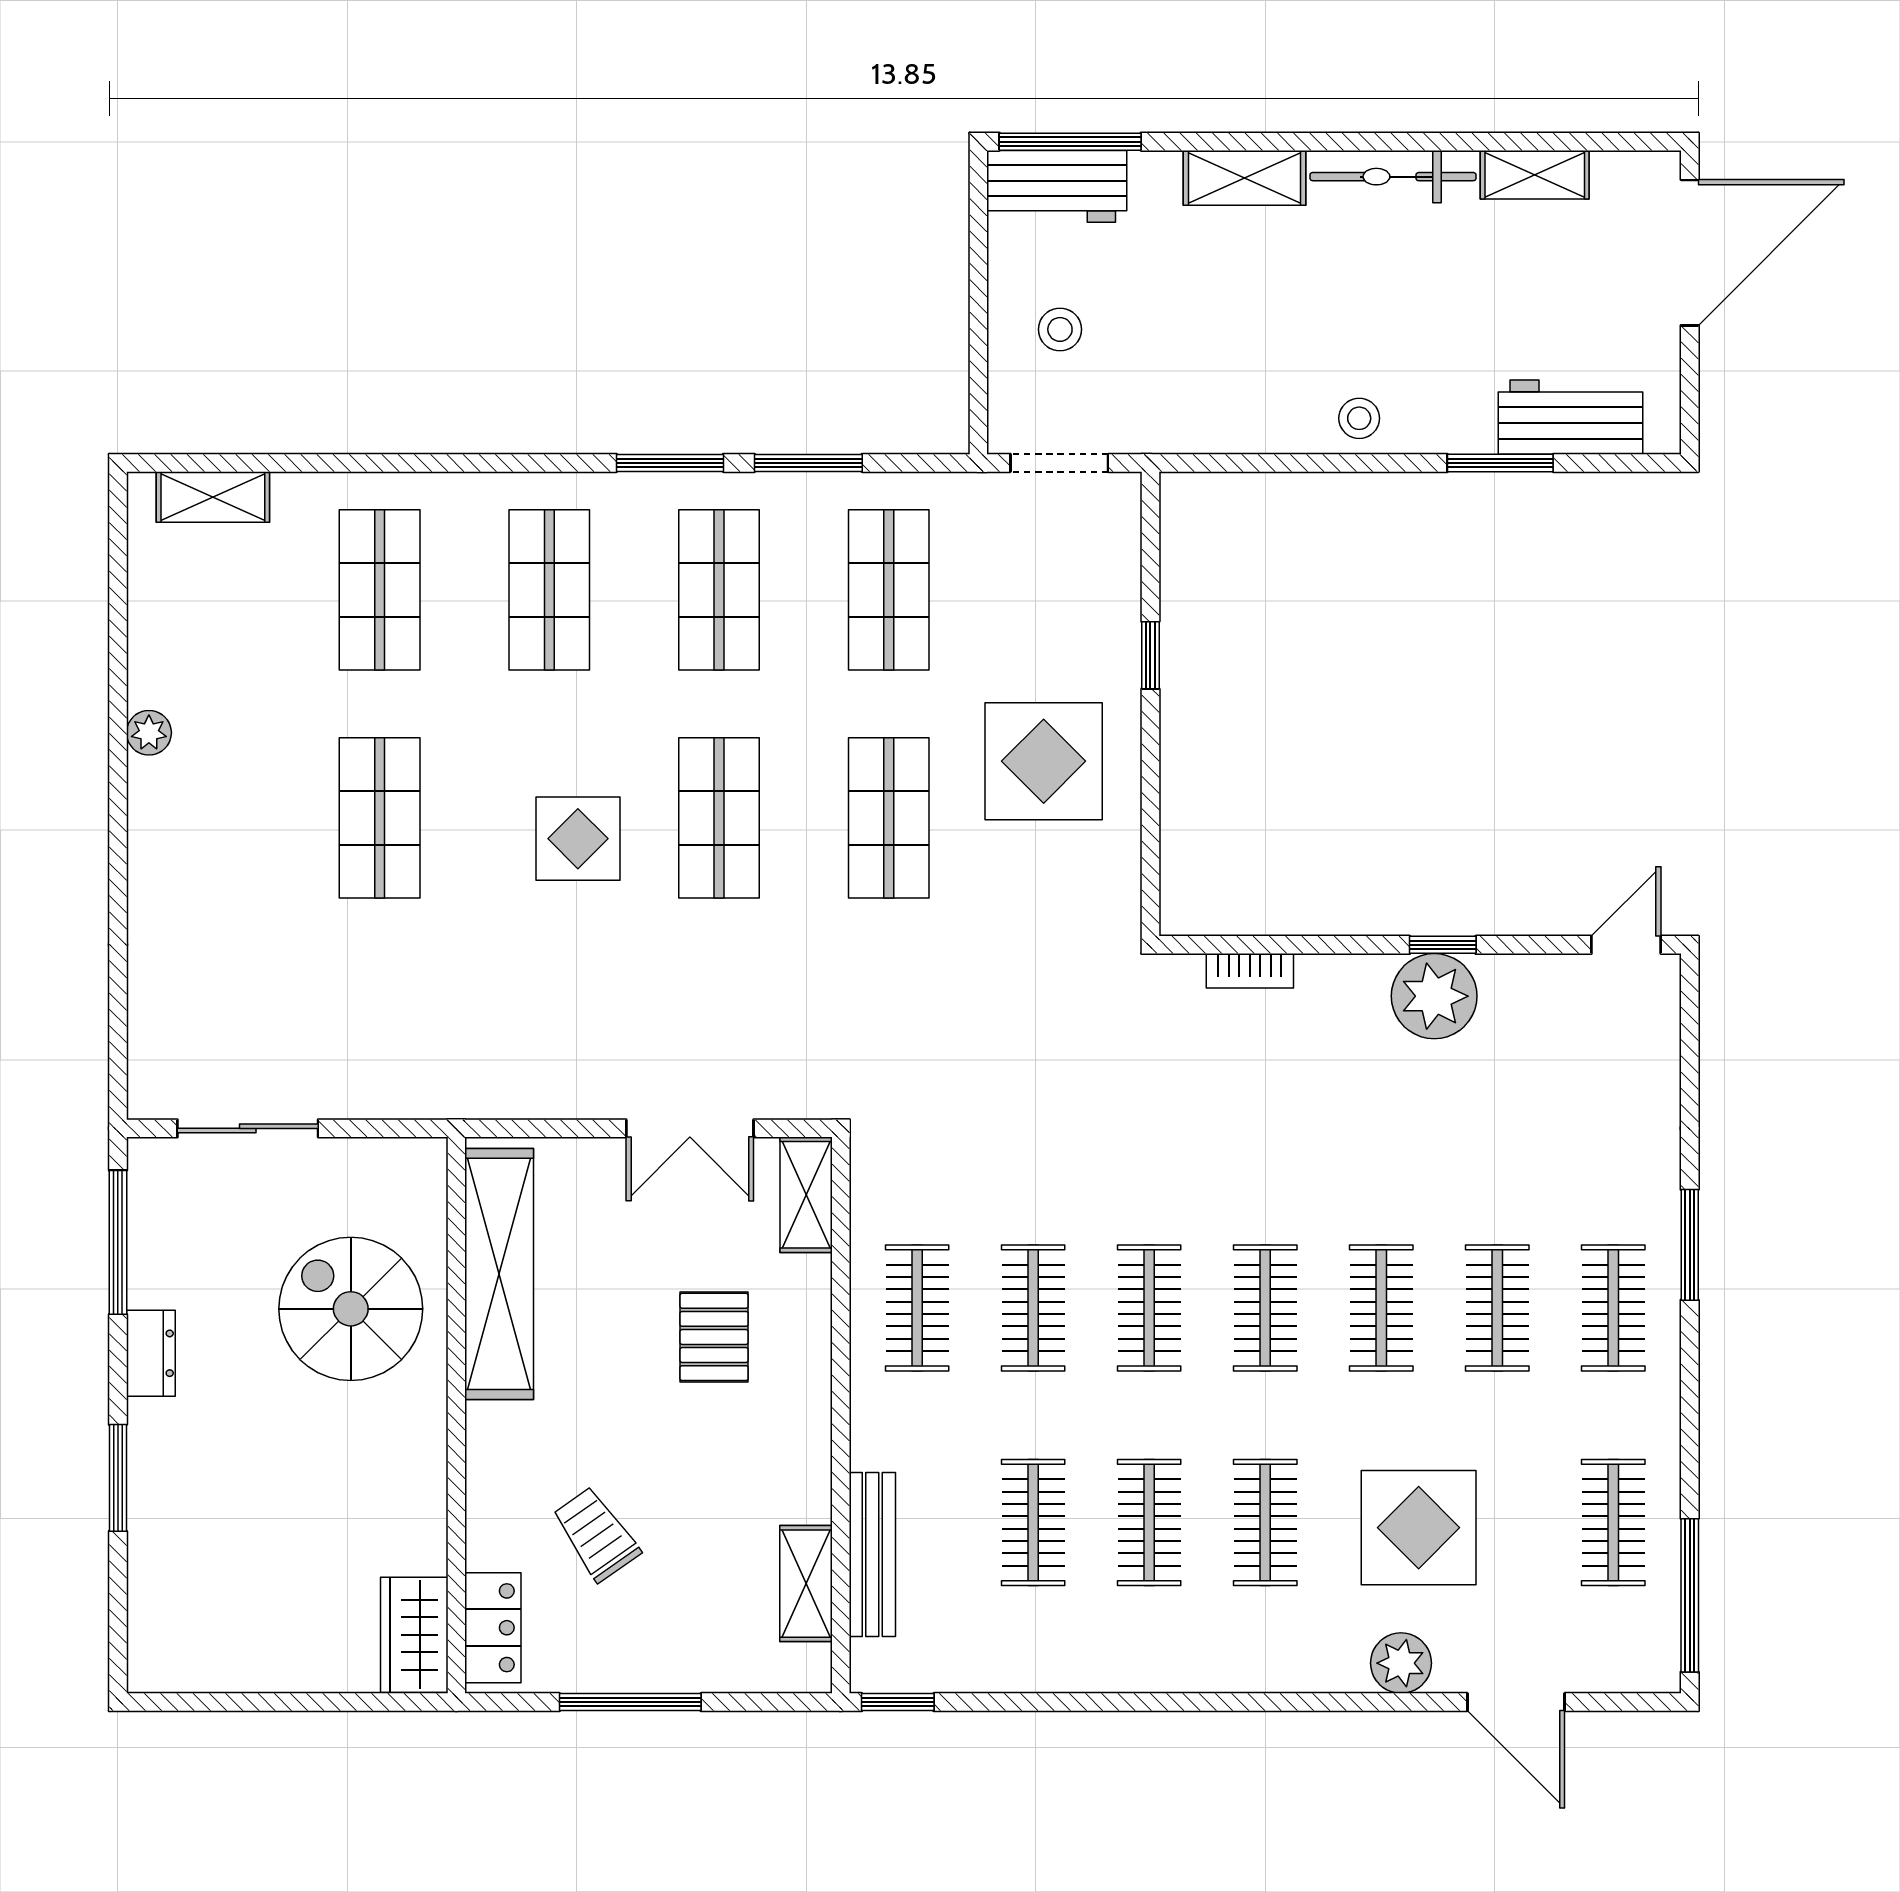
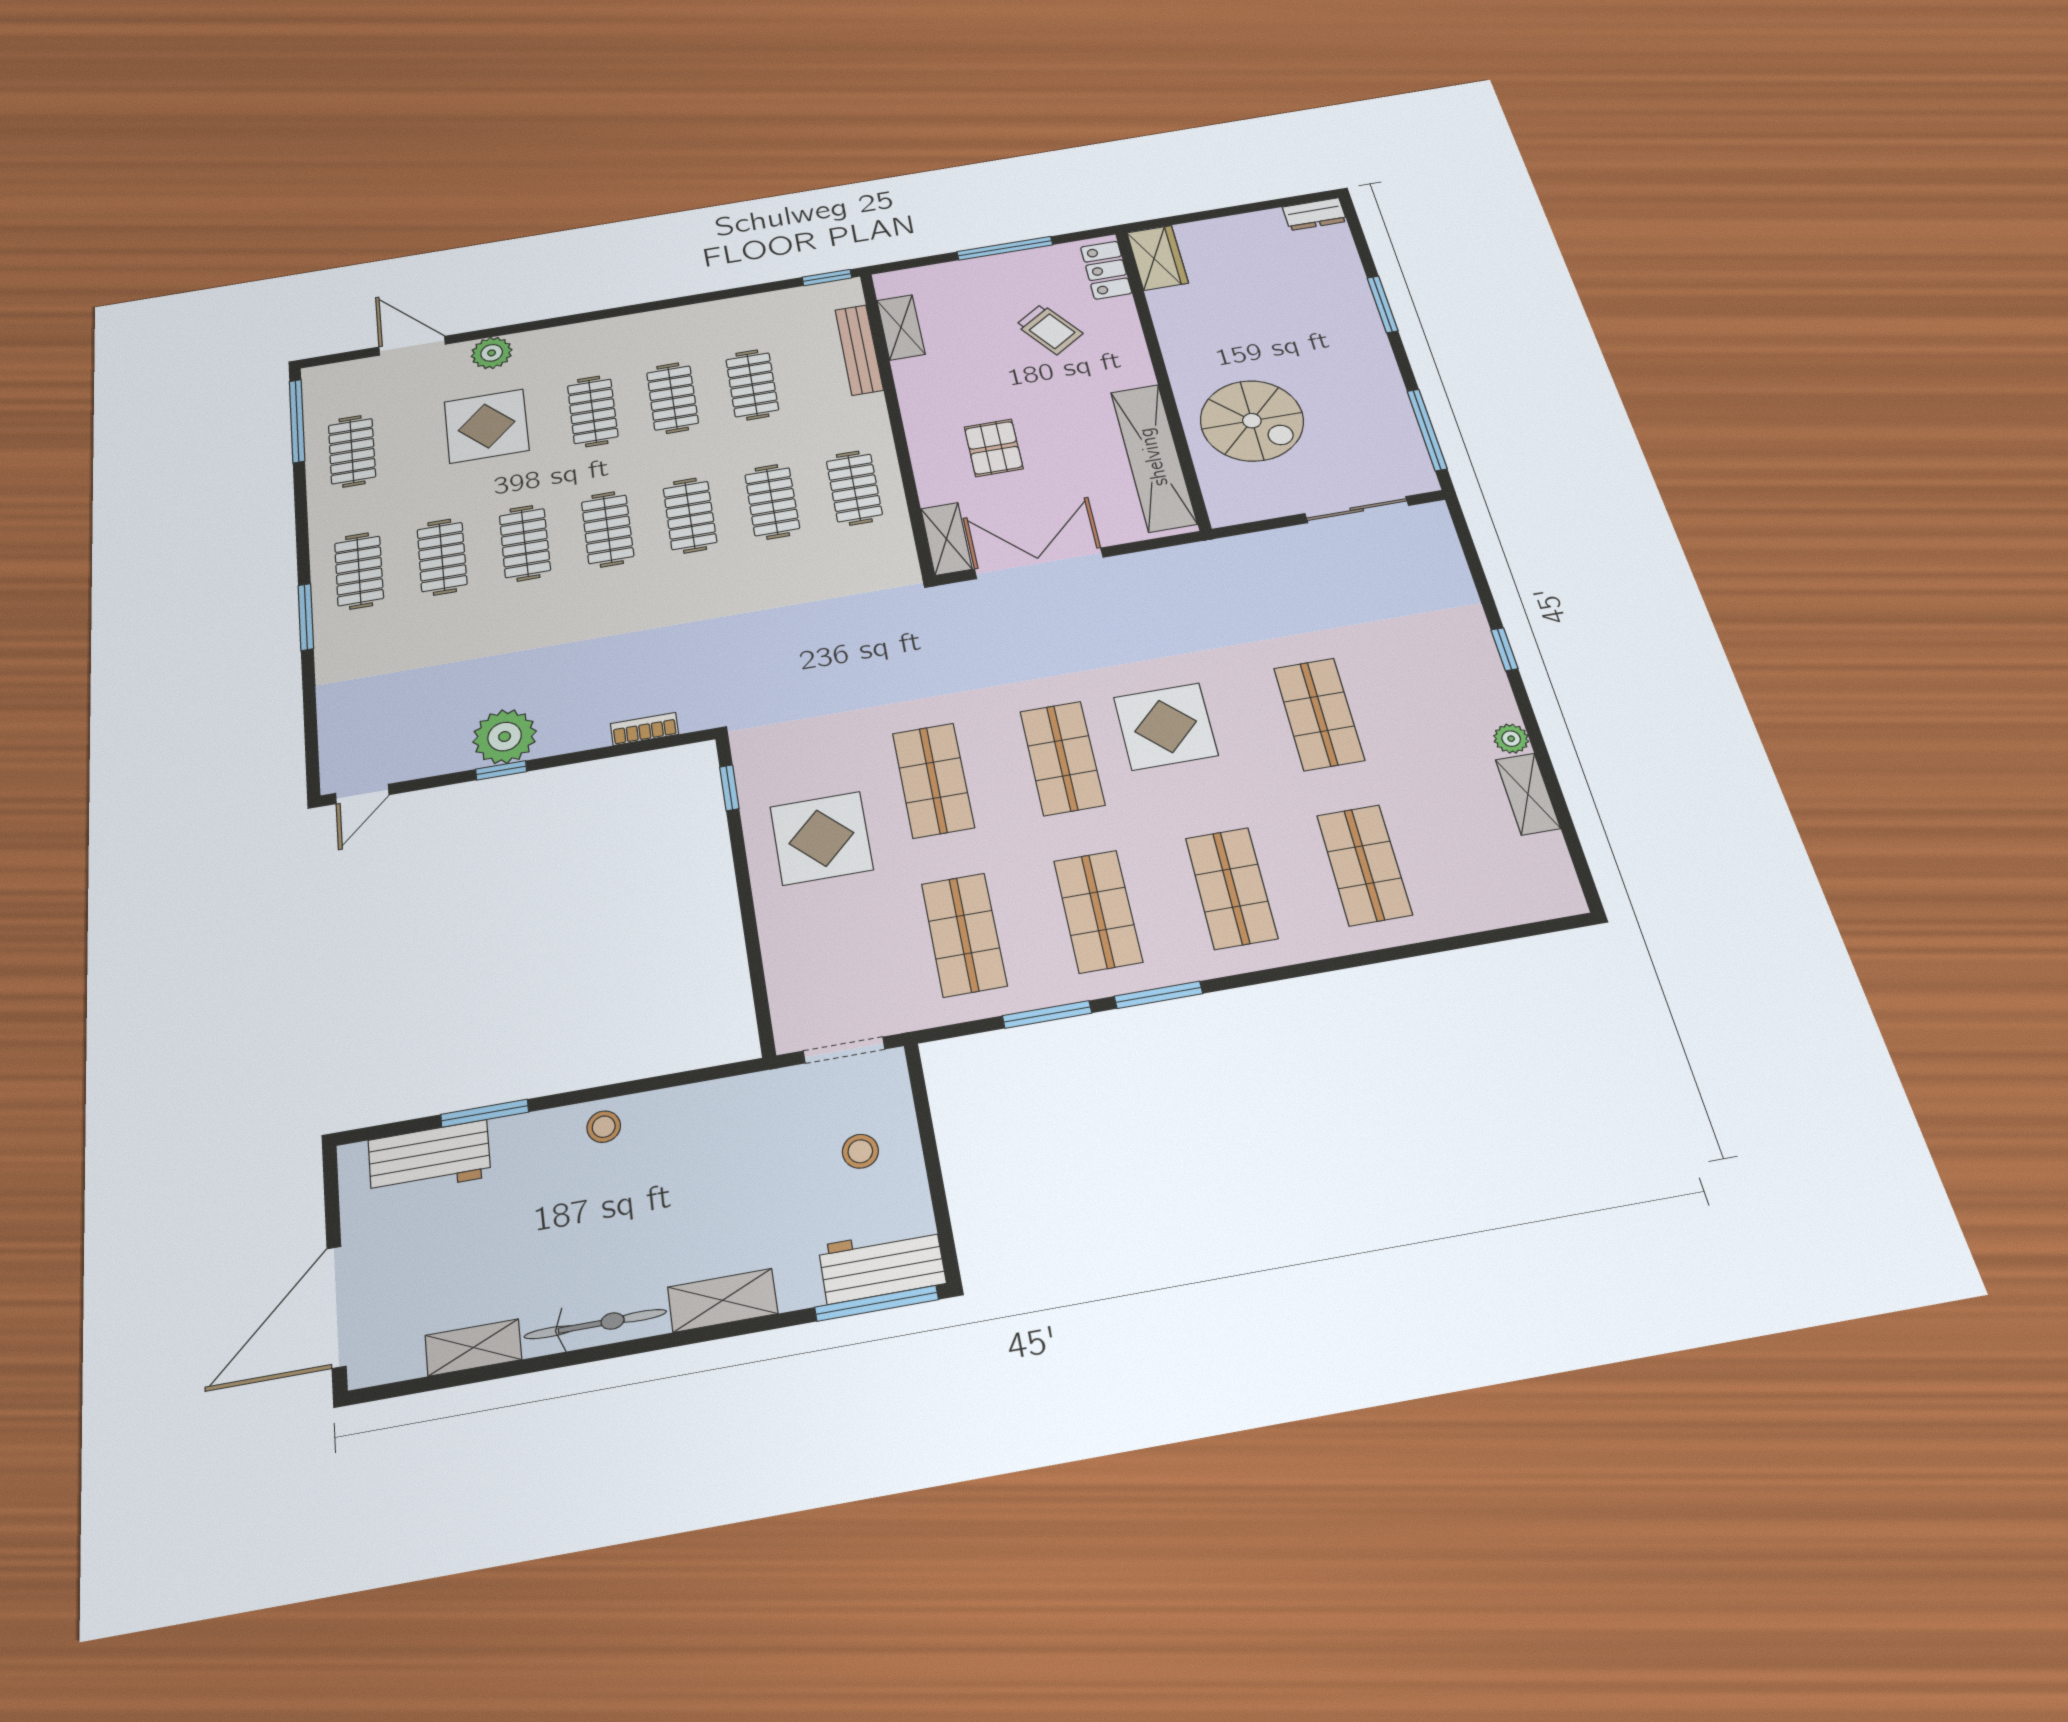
shelving: (213, 497) -> (1528, 794), moved, turned 90
window: (1150, 655) -> (729, 788), moved
display table: (578, 839) -> (1166, 726), width x1.36, depth x1.36
window: (118, 867) -> (1504, 649), added
double door: (690, 1128) -> (1039, 563), width x1.37
dresser: (151, 1353) -> (1315, 214), moved, turned -90

